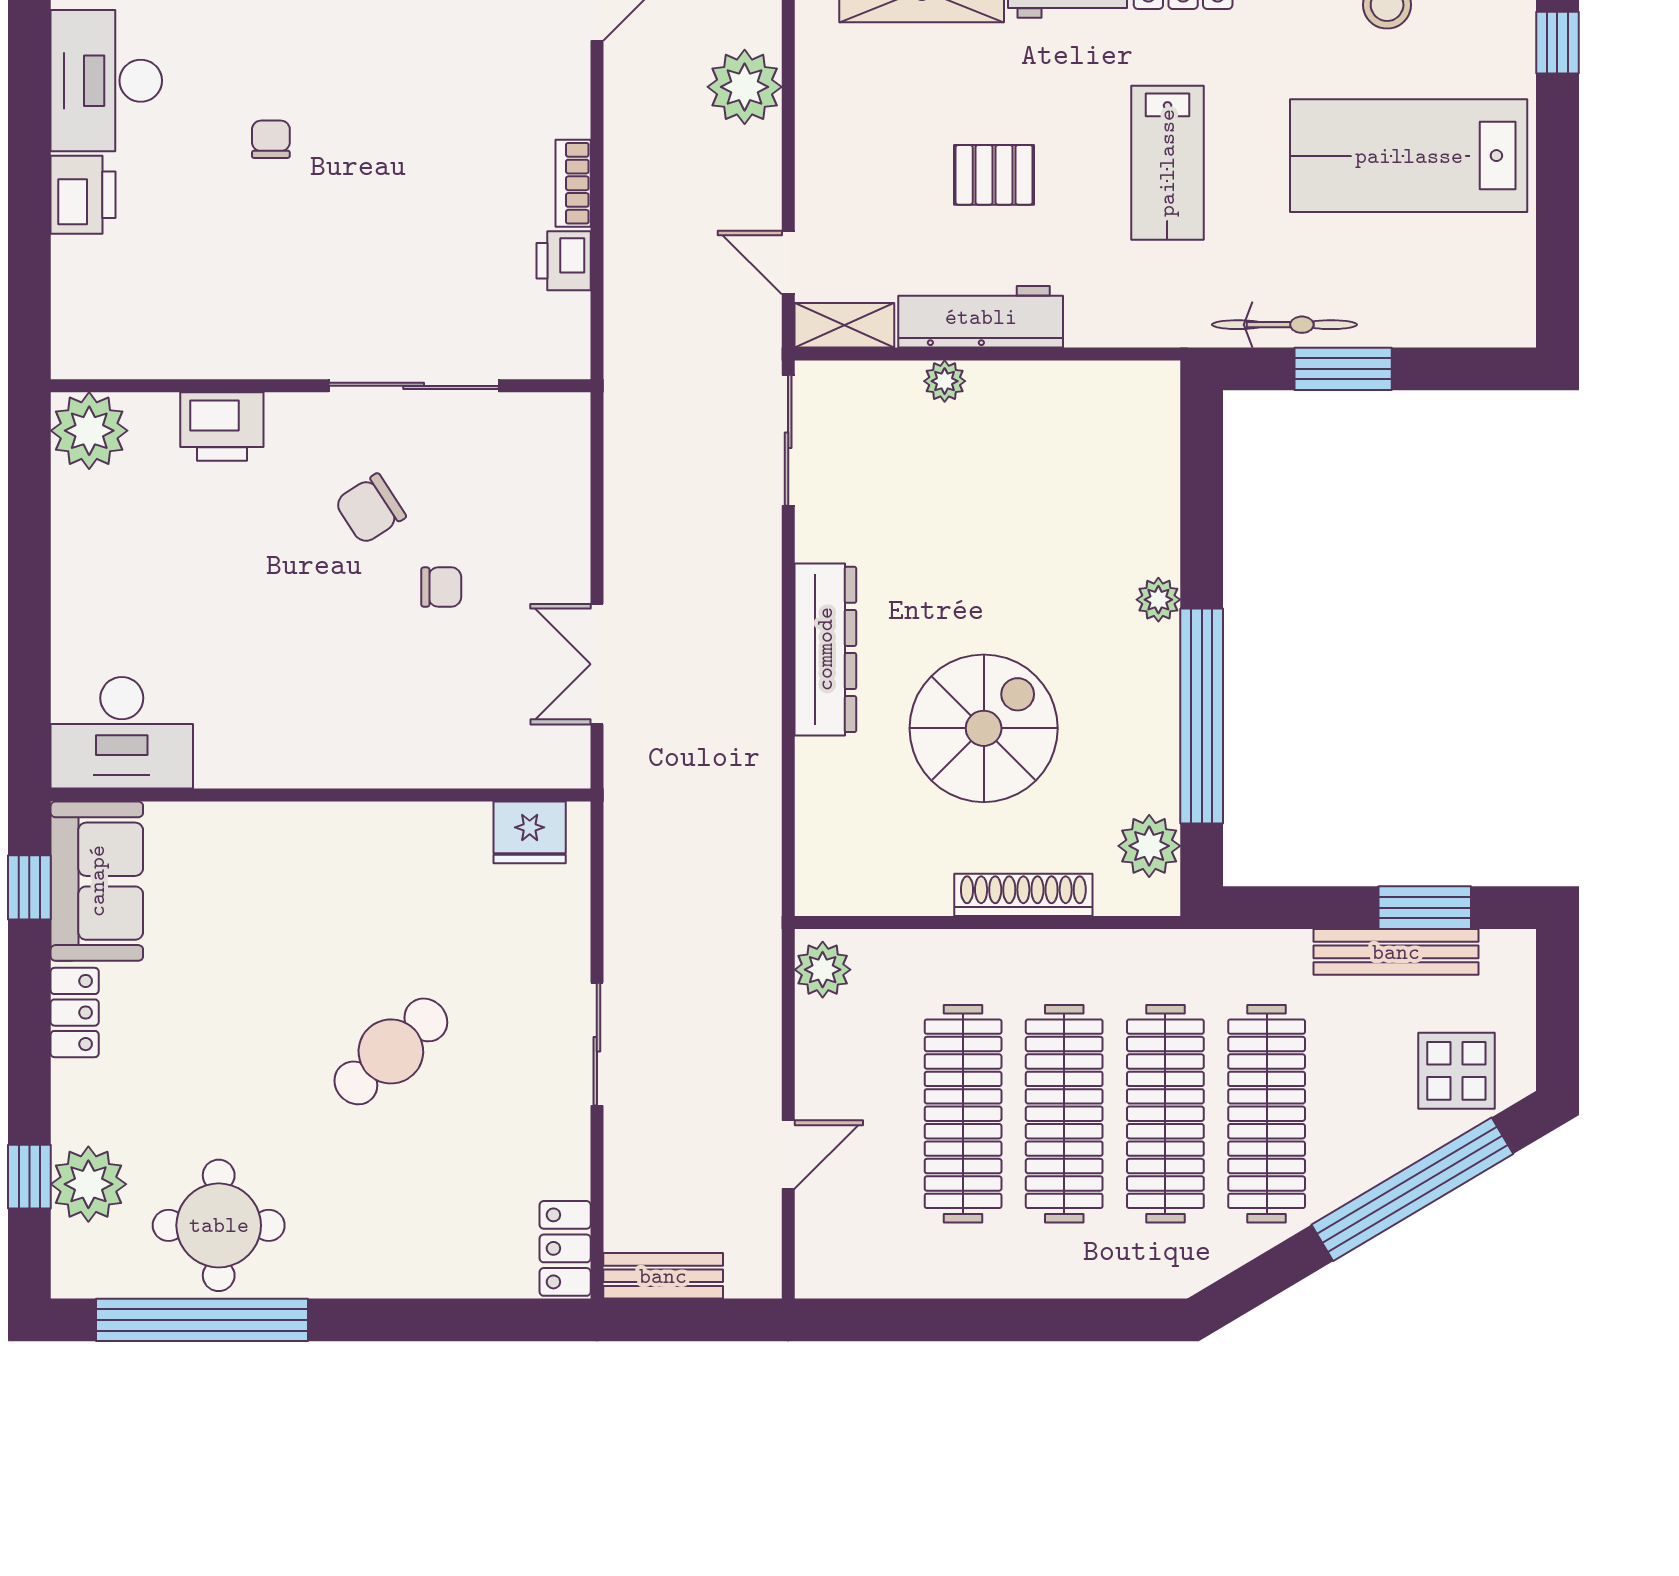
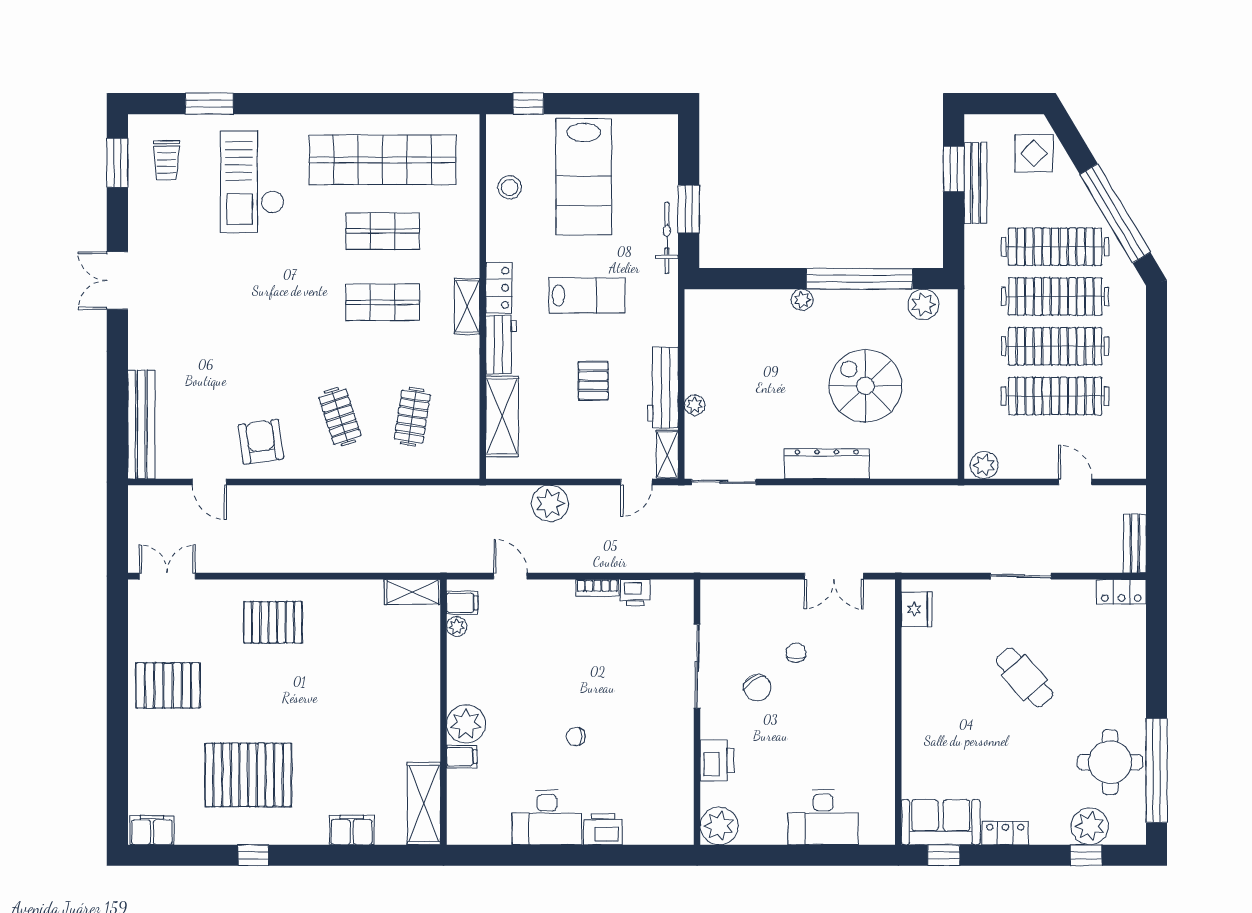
desk: (122, 733) -> (823, 817), moved, turned 90
shoe rack: (1023, 895) -> (947, 366), removed
window: (1412, 1189) -> (1115, 213), moved

